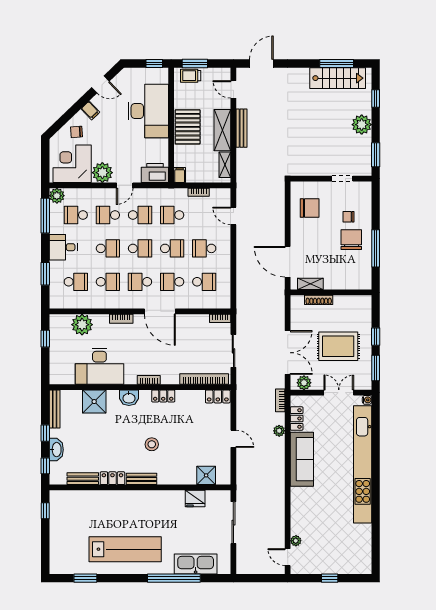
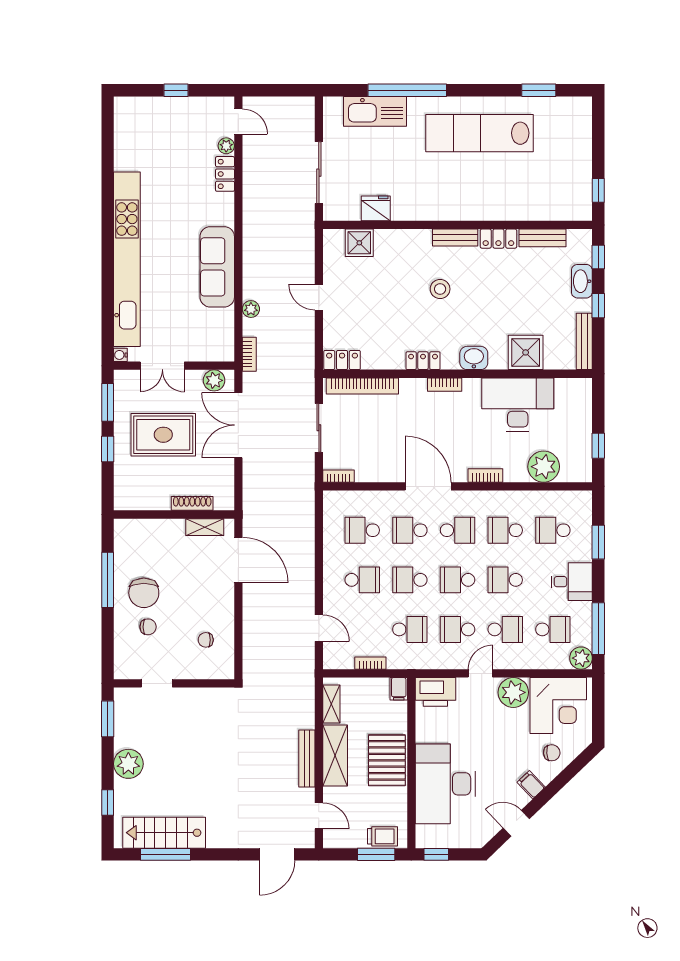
chair: (310, 208) -> (206, 640), width x0.54, depth x0.54
school desk: (172, 282) -> (410, 530), turned 180
locker: (297, 418) -> (225, 174), moved

